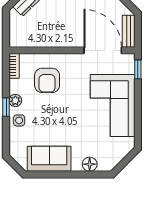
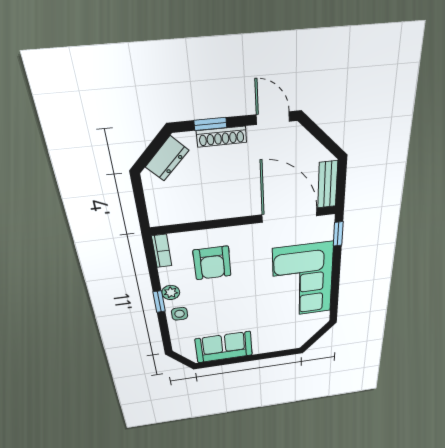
floor lamp: (90, 164) -> (274, 345), removed

